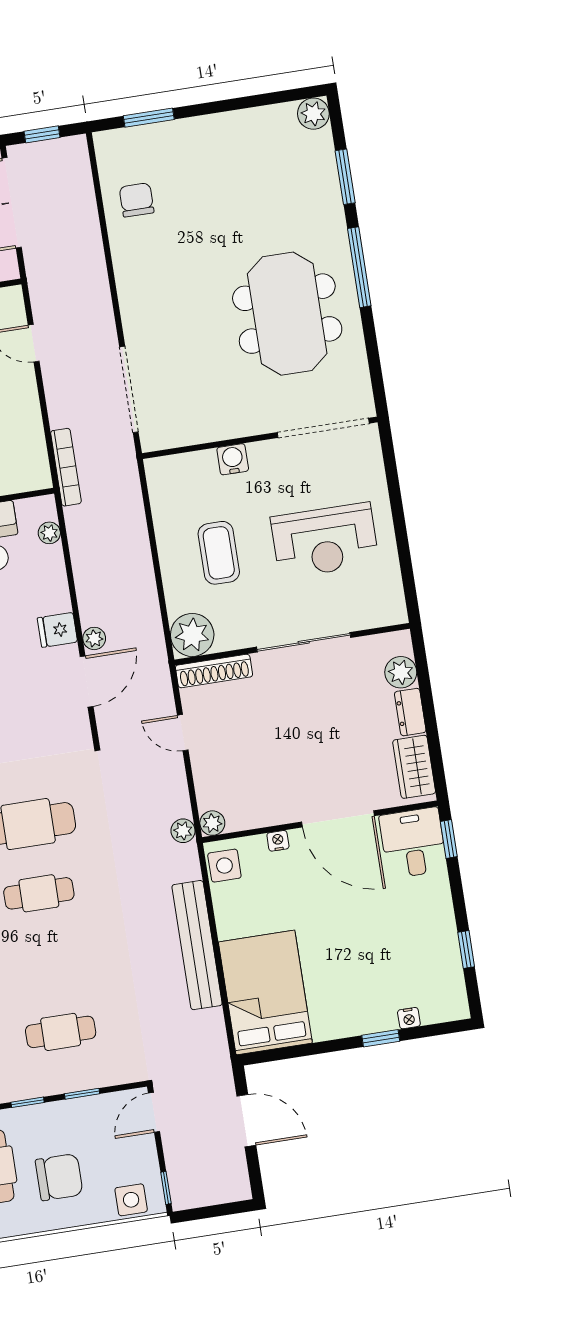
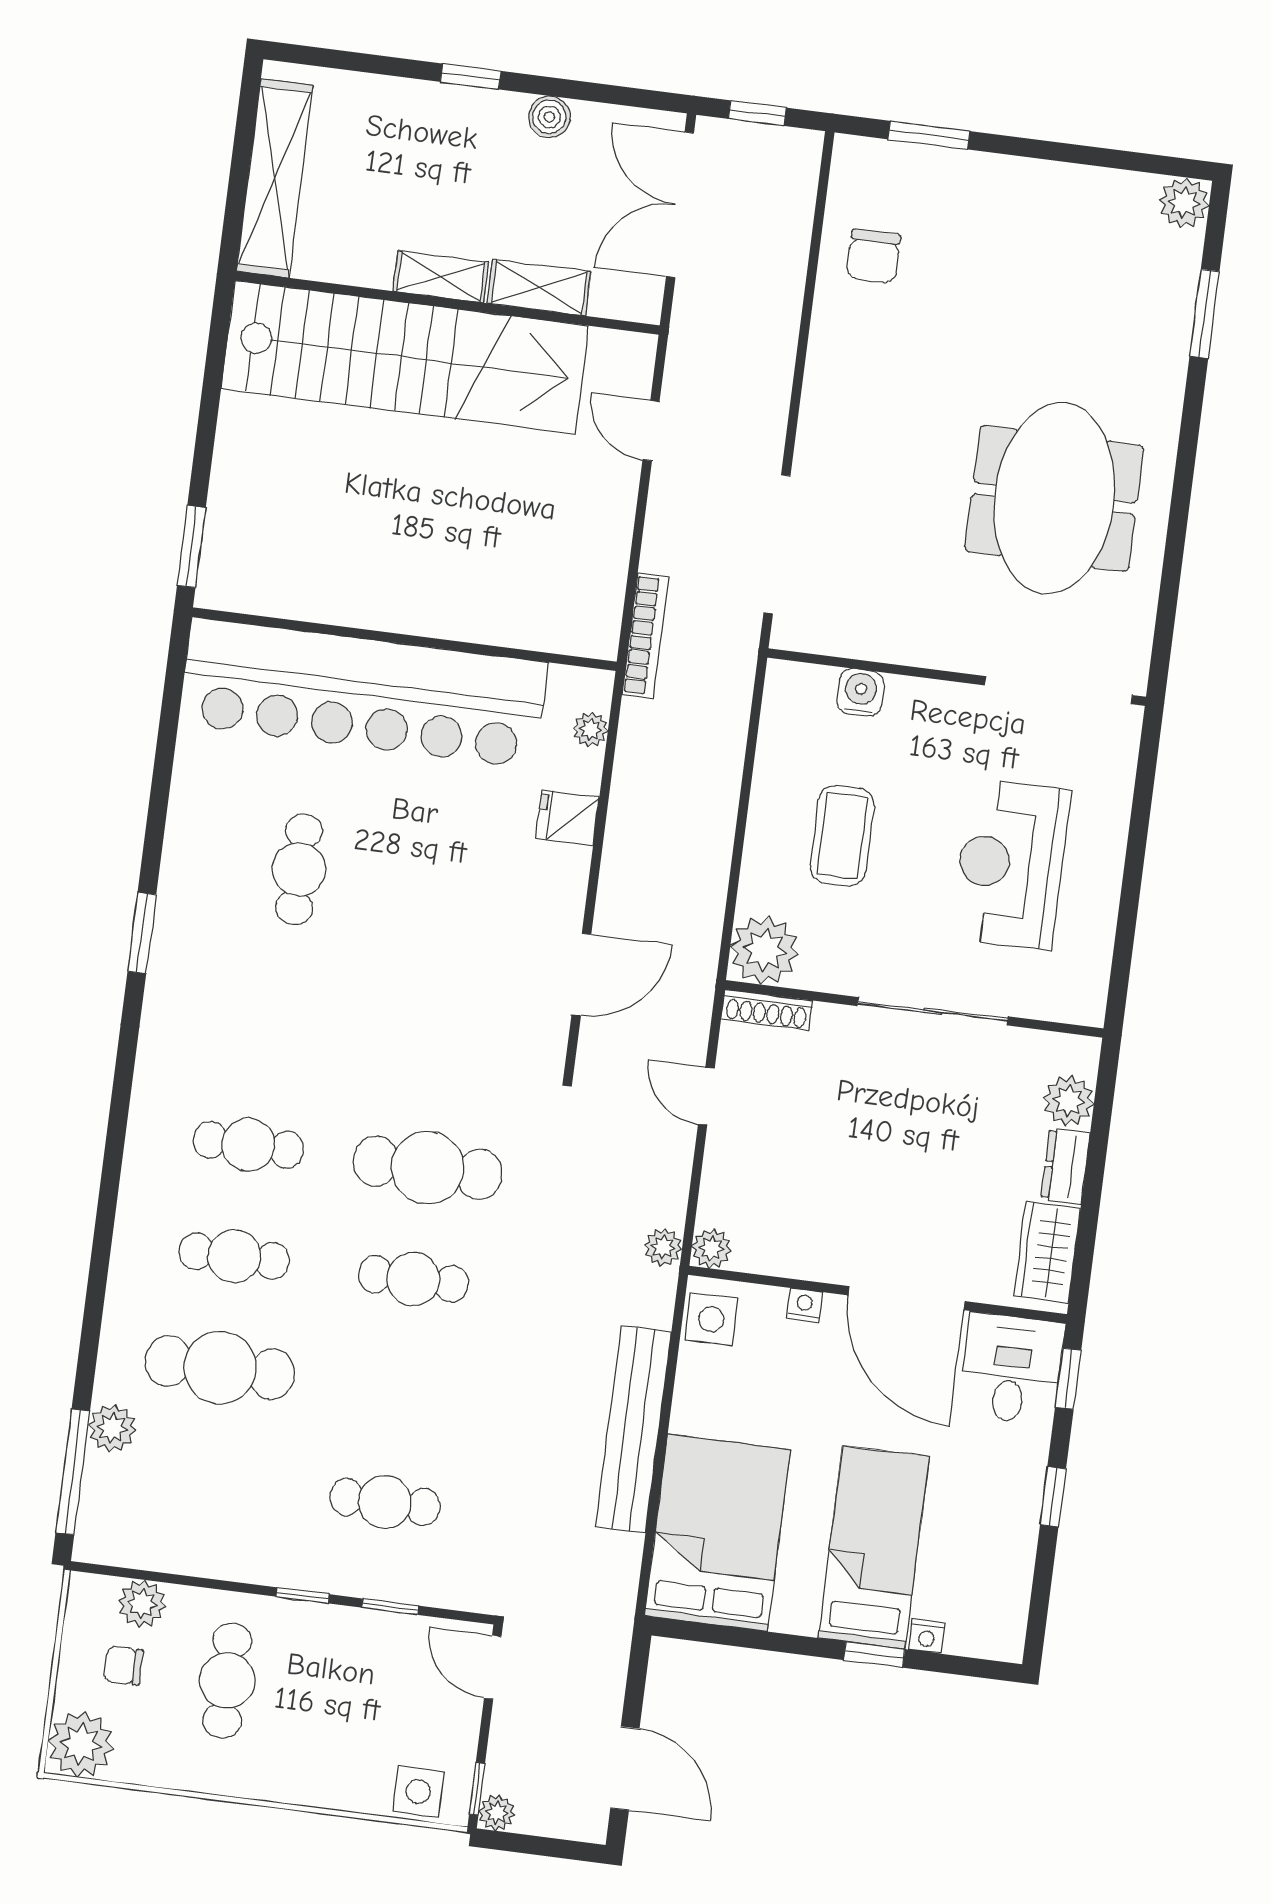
chair: (137, 200) -> (873, 256), turned 180
window: (359, 267) -> (1186, 459), removed
water cooler: (233, 459) -> (861, 692), moved
reception desk: (325, 540) -> (1011, 864), turned 90
fridge: (57, 630) -> (568, 818), moved
plant: (94, 638) -> (497, 1813), moved
shoe rack: (214, 671) -> (767, 1010), width x0.74, depth x0.81
window: (466, 950) -> (1053, 1497), moved
bed: (362, 974) -> (874, 1547), added
door: (154, 1112) -> (493, 1667), hinge flipped
door: (246, 1121) -> (625, 1768), moved
chair: (59, 1177) -> (318, 1725), removed

